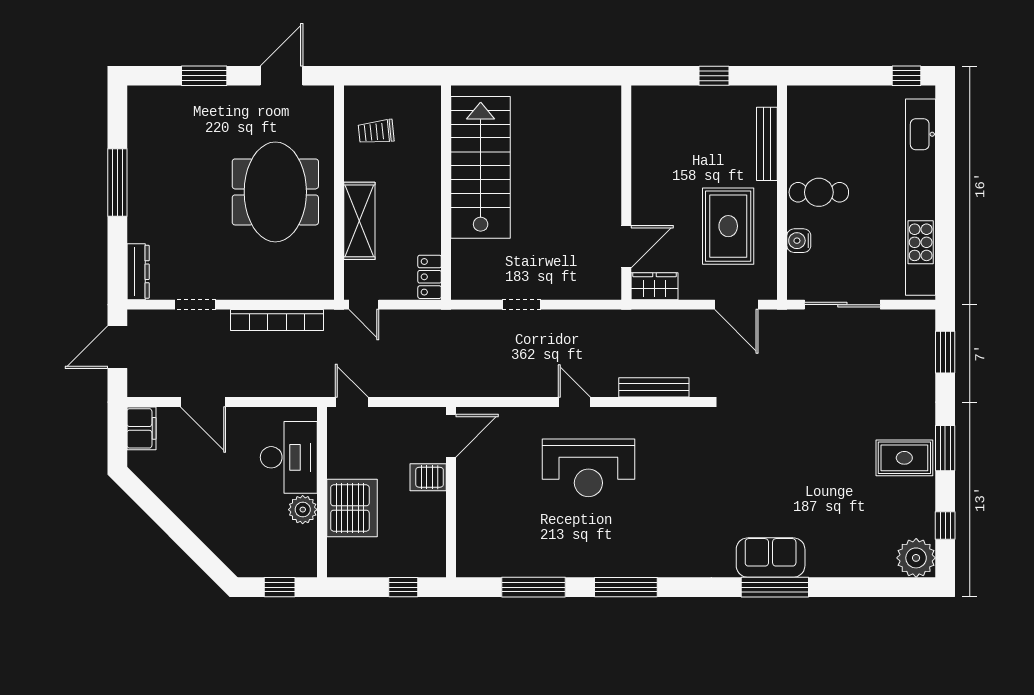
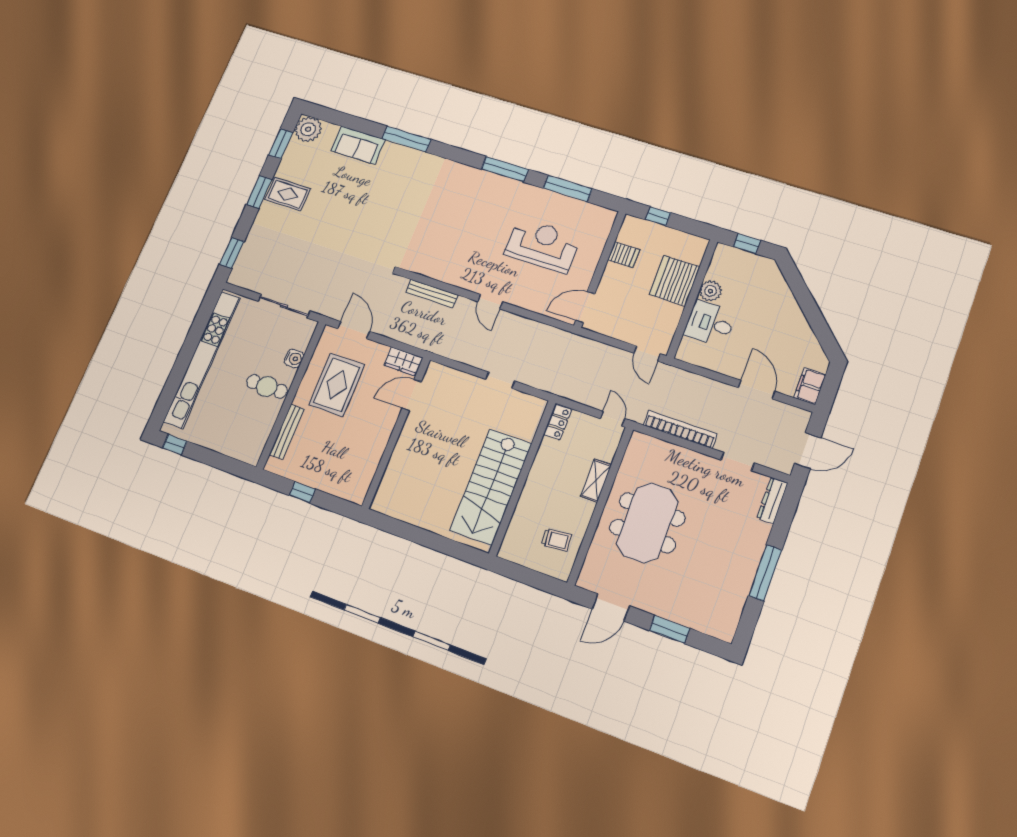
shelving: (359, 221) -> (596, 481), width x0.67, depth x0.75
desk: (289, 457) -> (710, 323), width x0.73
reception desk: (588, 468) -> (542, 245), moved
server rack: (428, 477) -> (624, 255), moved
window: (945, 525) -> (281, 144), width x1.50
sofa: (771, 558) -> (358, 145), moved

